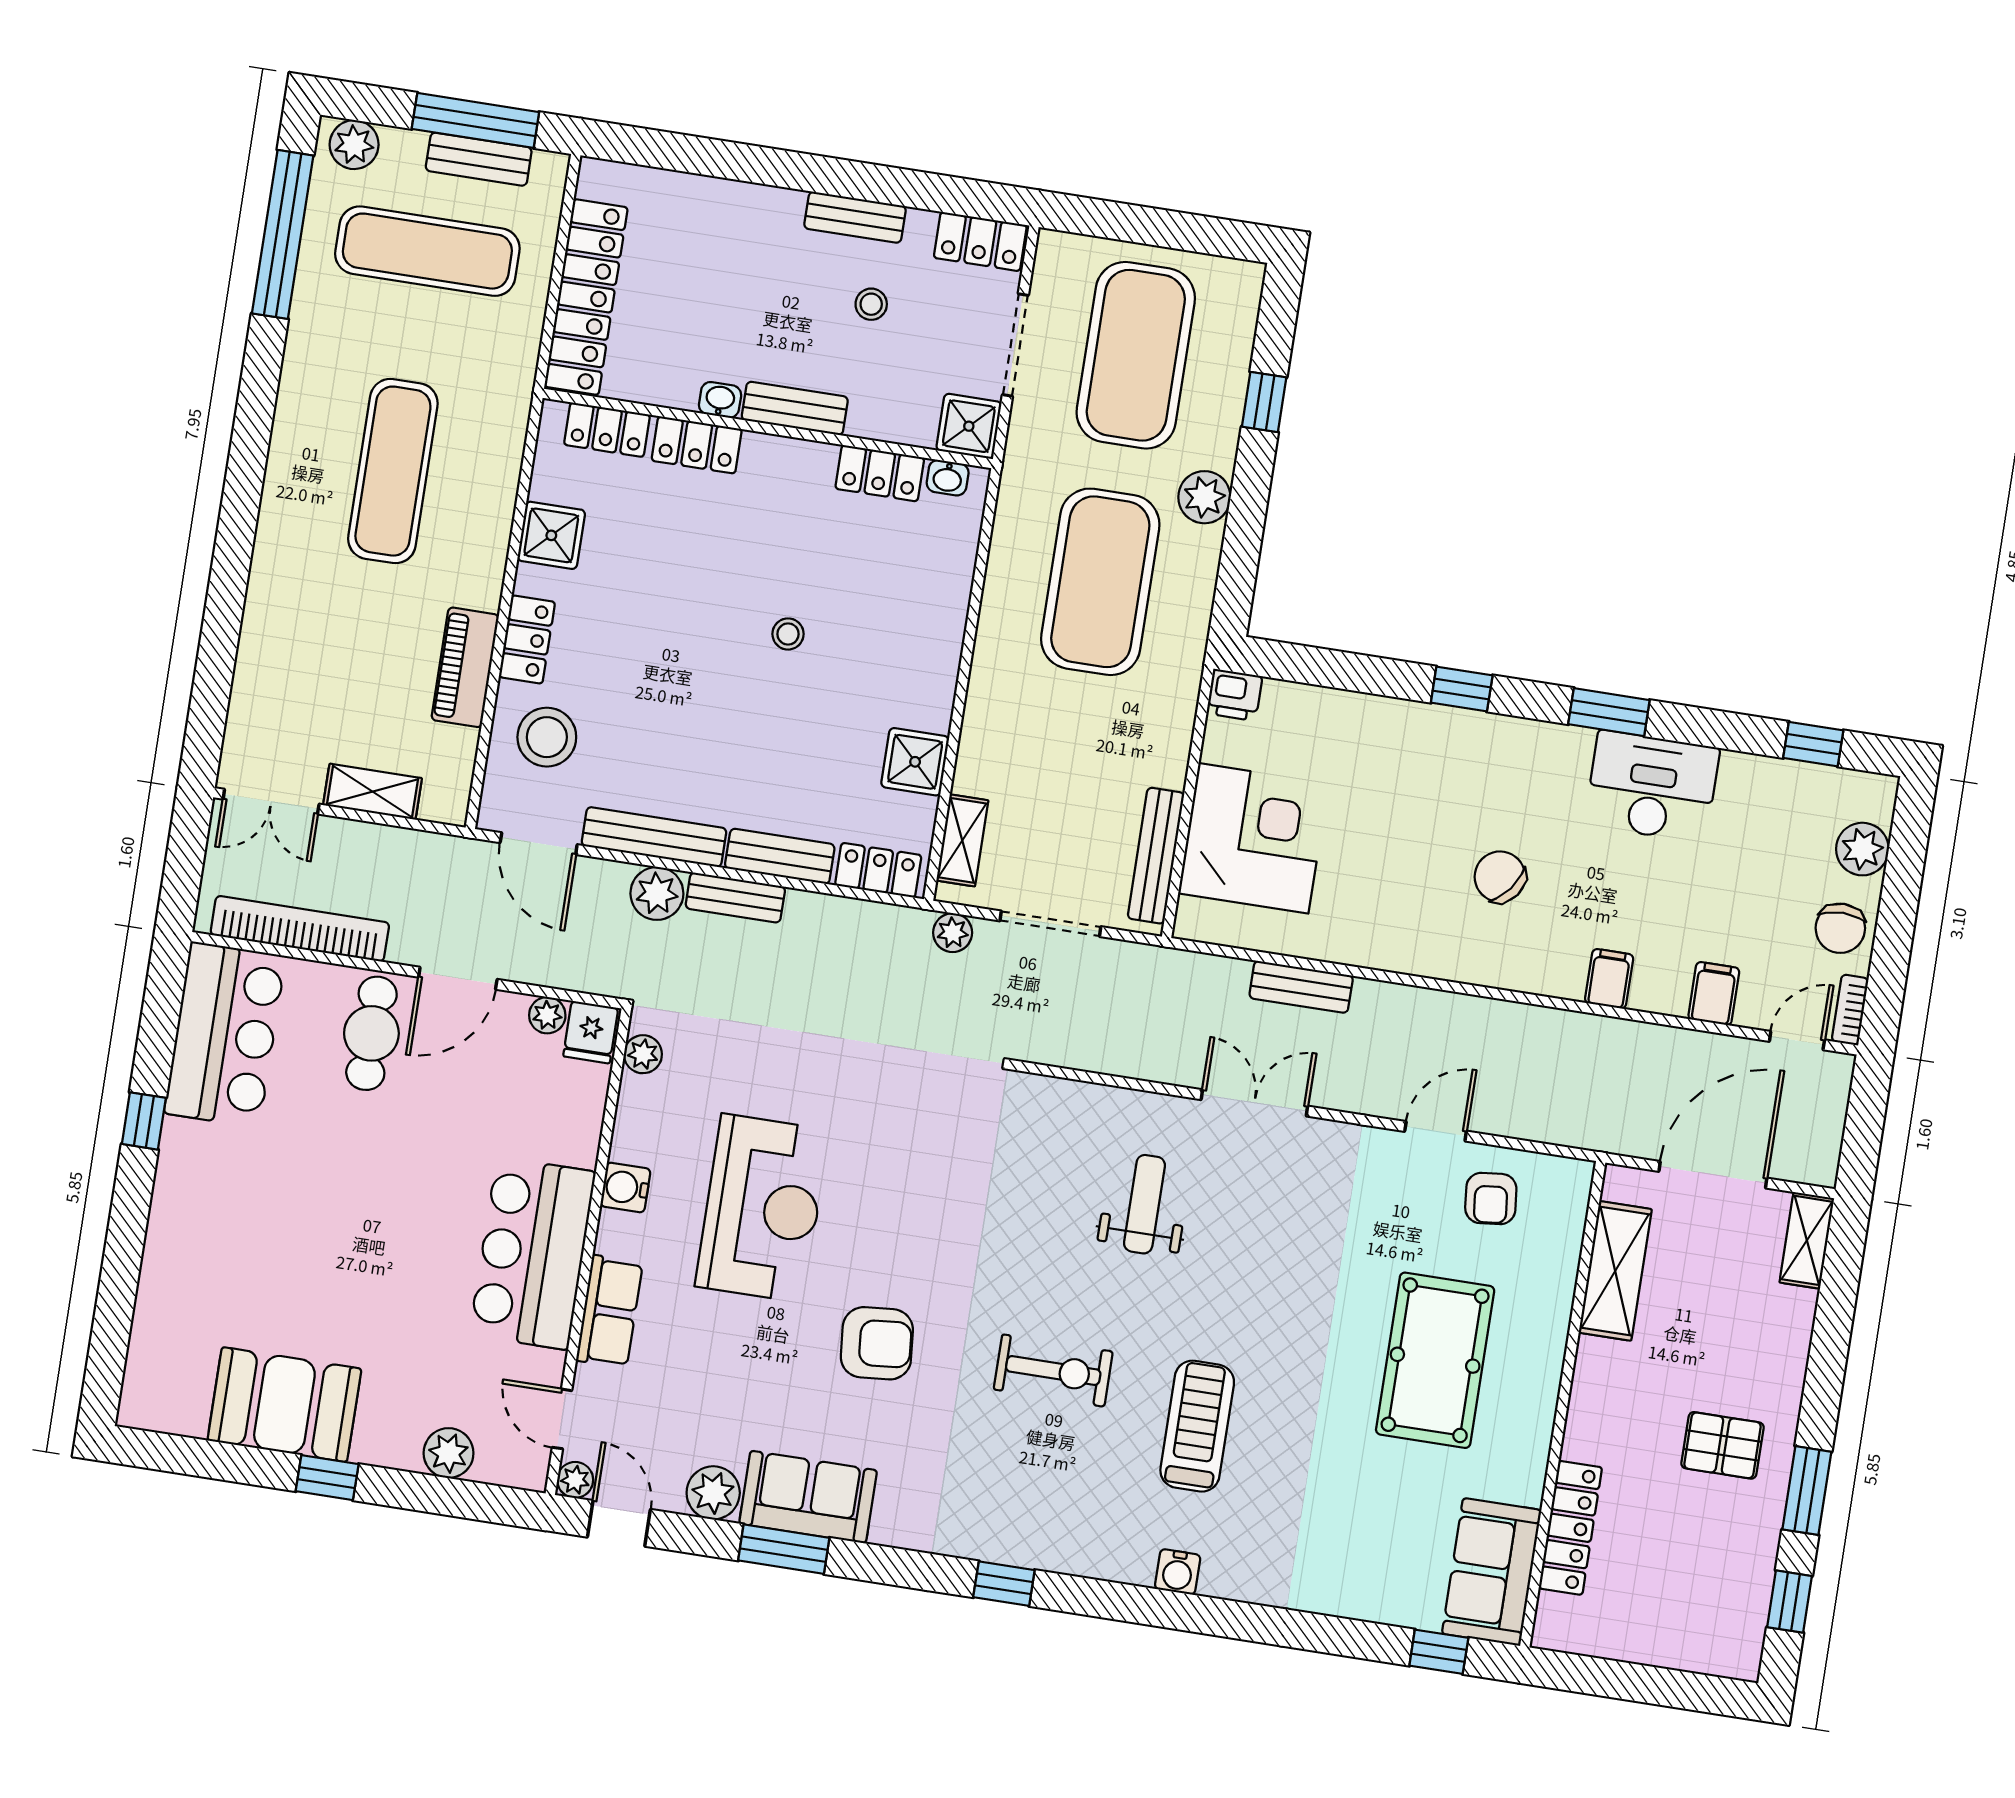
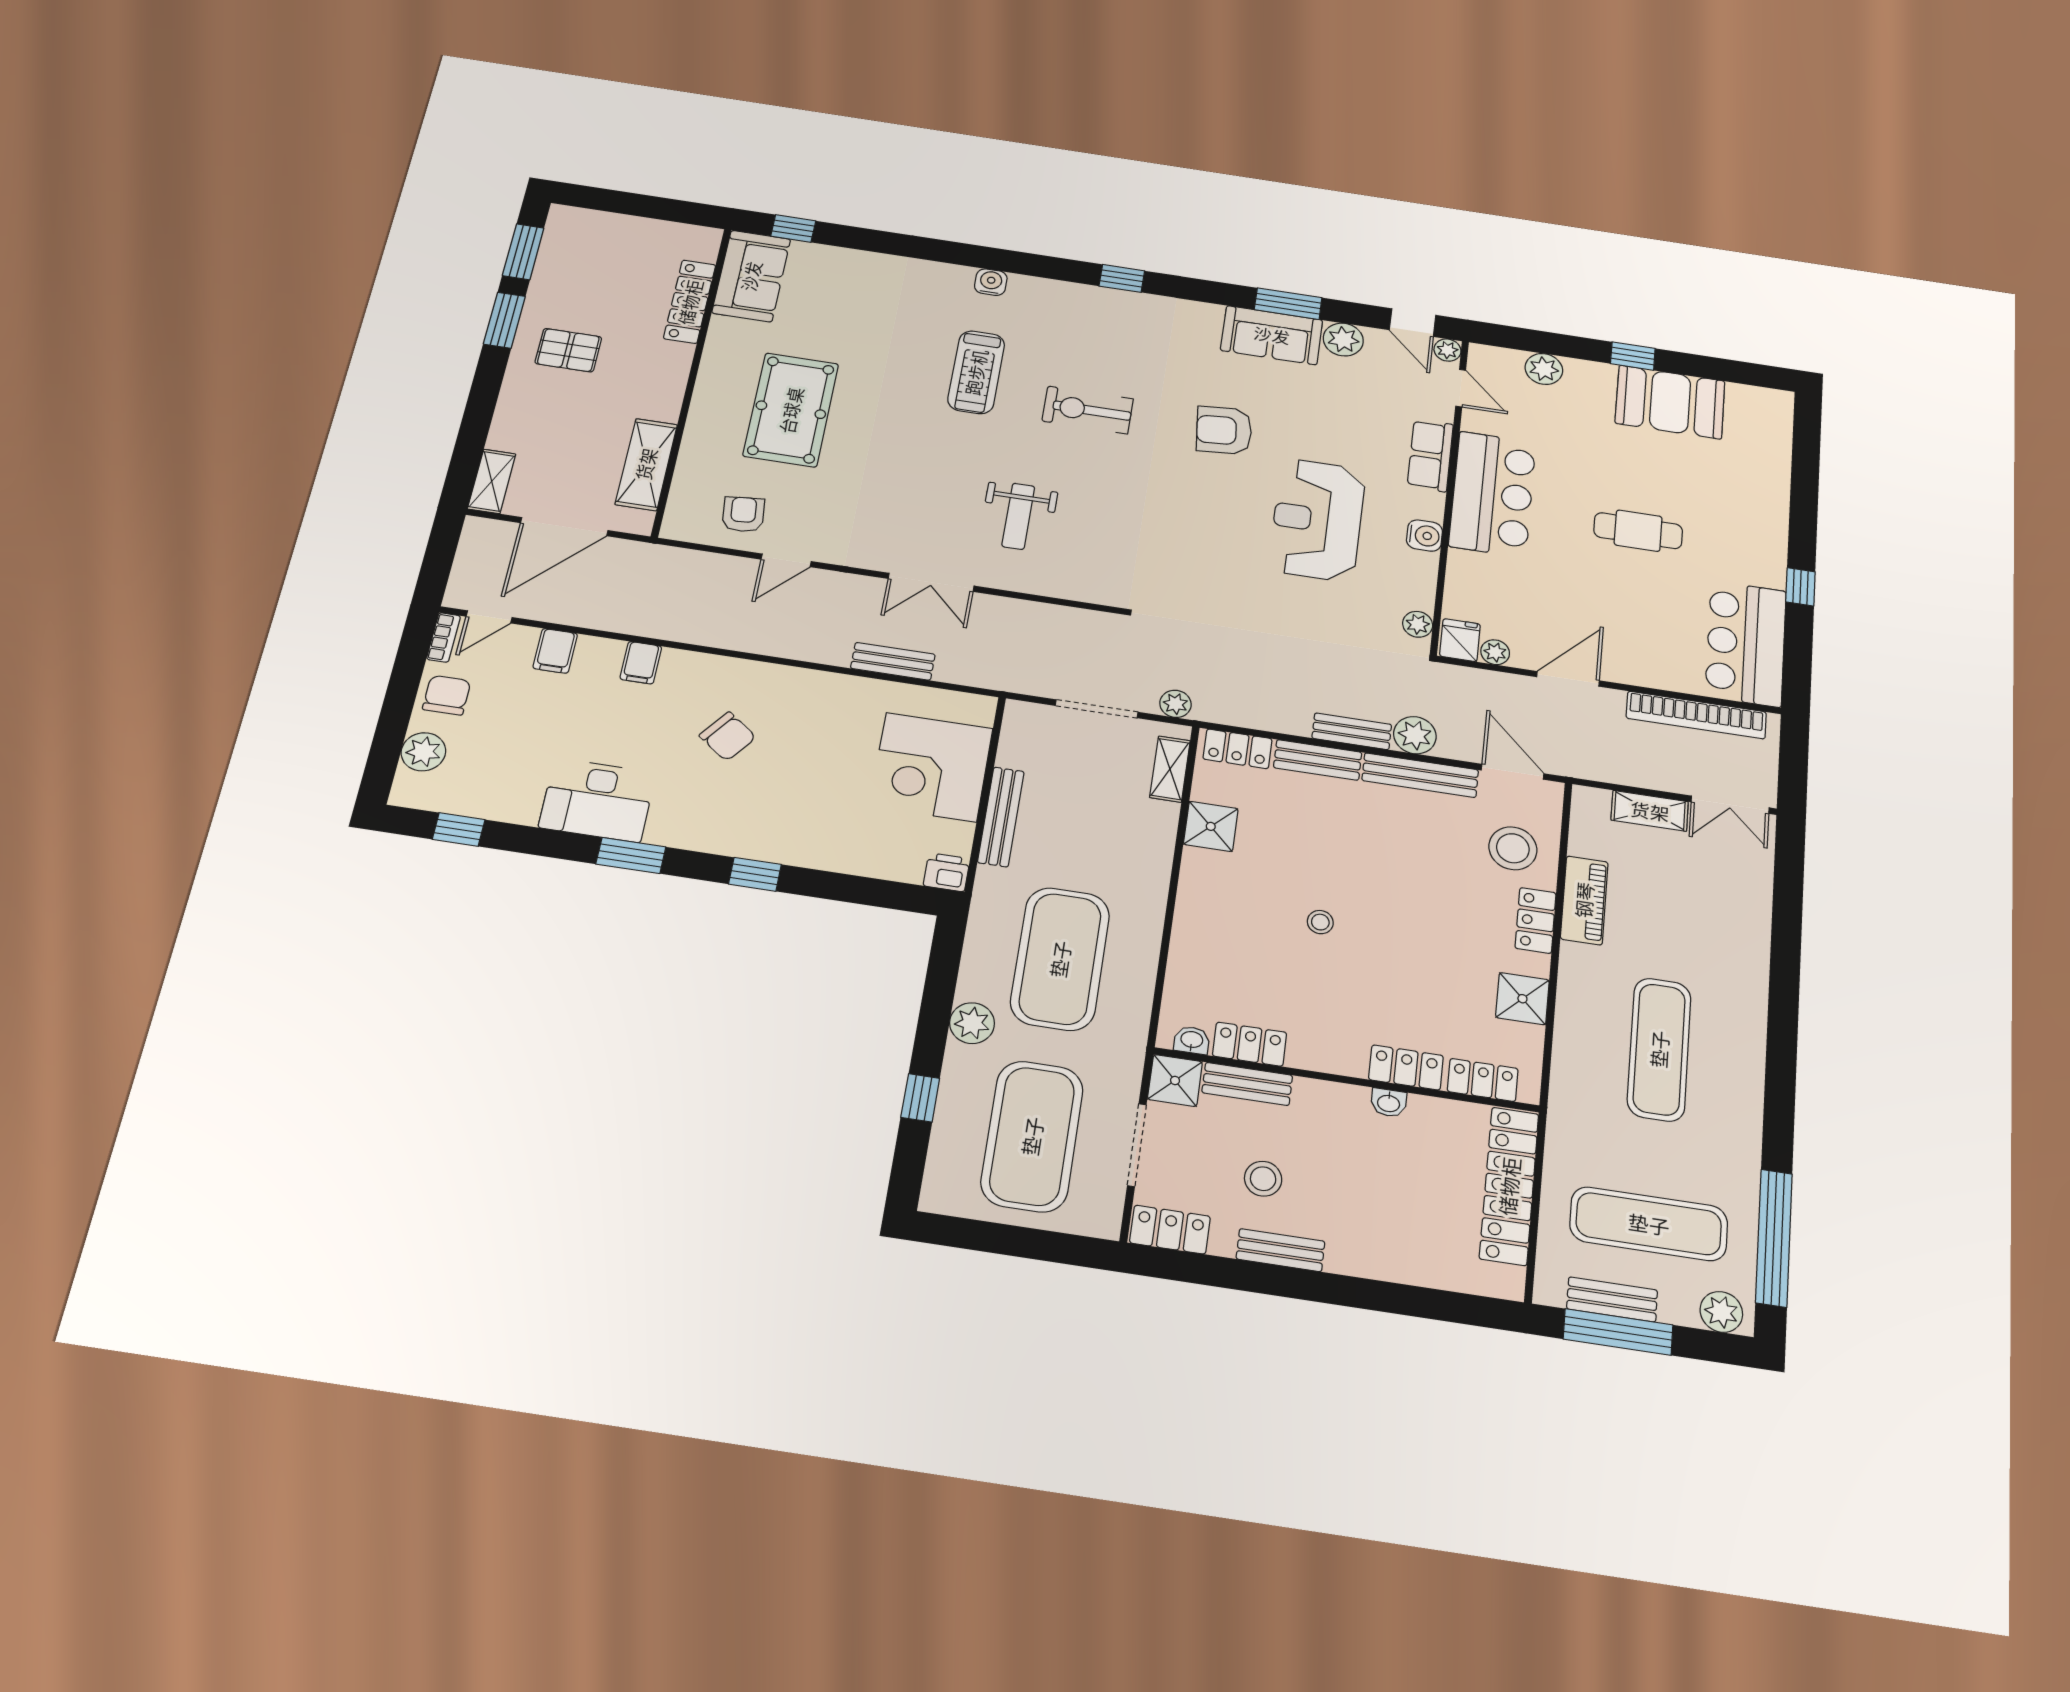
stool: (871, 304) -> (1263, 1179), width x1.37, depth x1.37
bench: (795, 408) -> (1247, 1084), moved
double door: (271, 802) -> (1730, 805), swing flipped
bench: (1156, 856) -> (1001, 817), moved
cafe table: (371, 1033) -> (1638, 531), moved, turned 90
window: (1790, 1602) -> (523, 252), width x1.50

